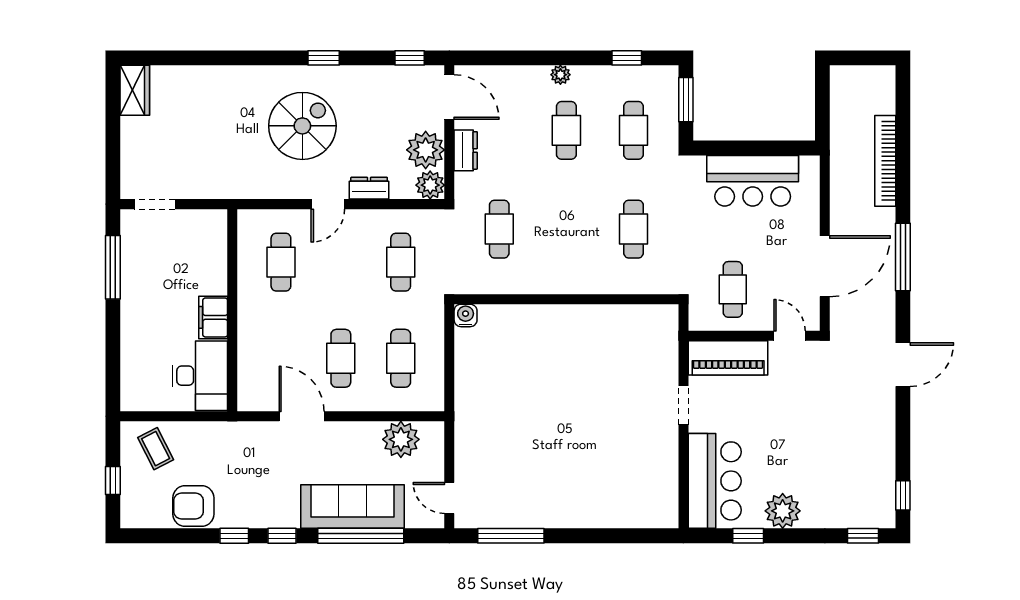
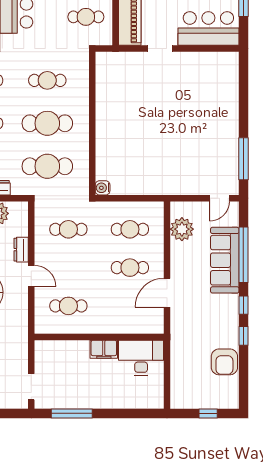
plant: (430, 185) -> (19, 210), removed
cafe table: (499, 229) -> (47, 166), width x1.37, depth x1.35
cafe table: (566, 229) -> (47, 123), added
coffee table: (156, 449) -> (188, 386), removed

